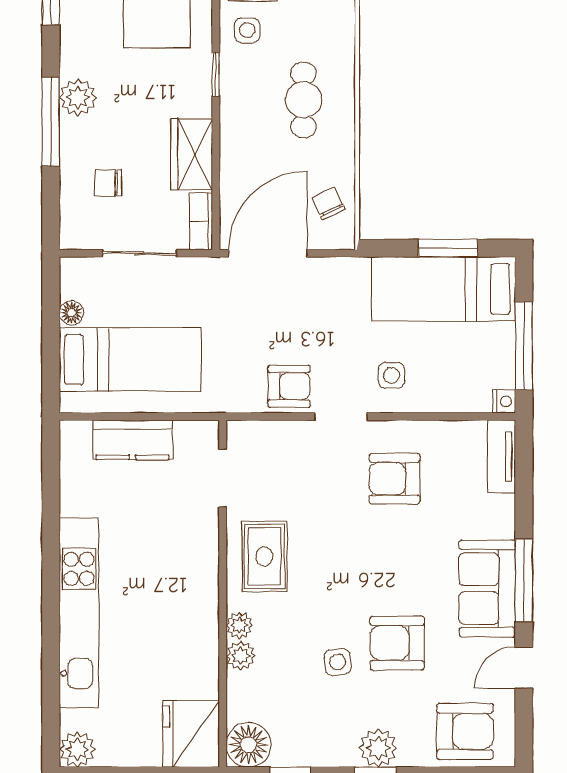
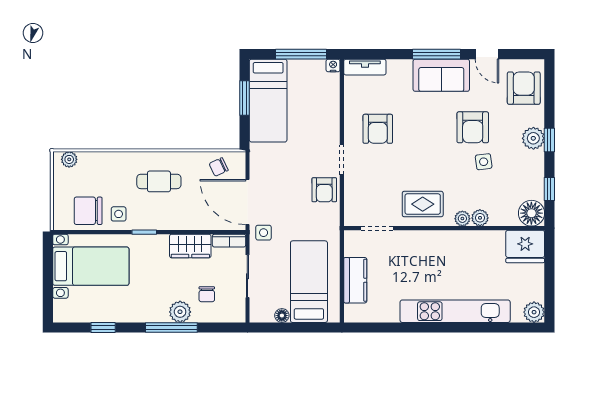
plant: (78, 98) -> (180, 312), moved
side table: (392, 375) -> (264, 233), moved
armchair: (289, 386) -> (324, 190), turned 180

